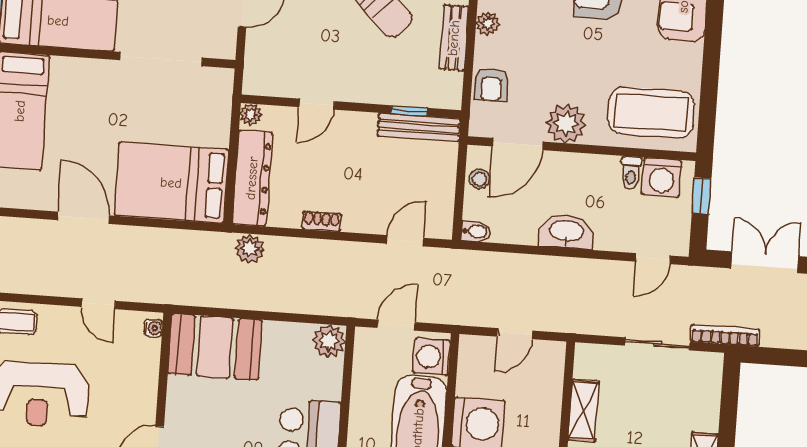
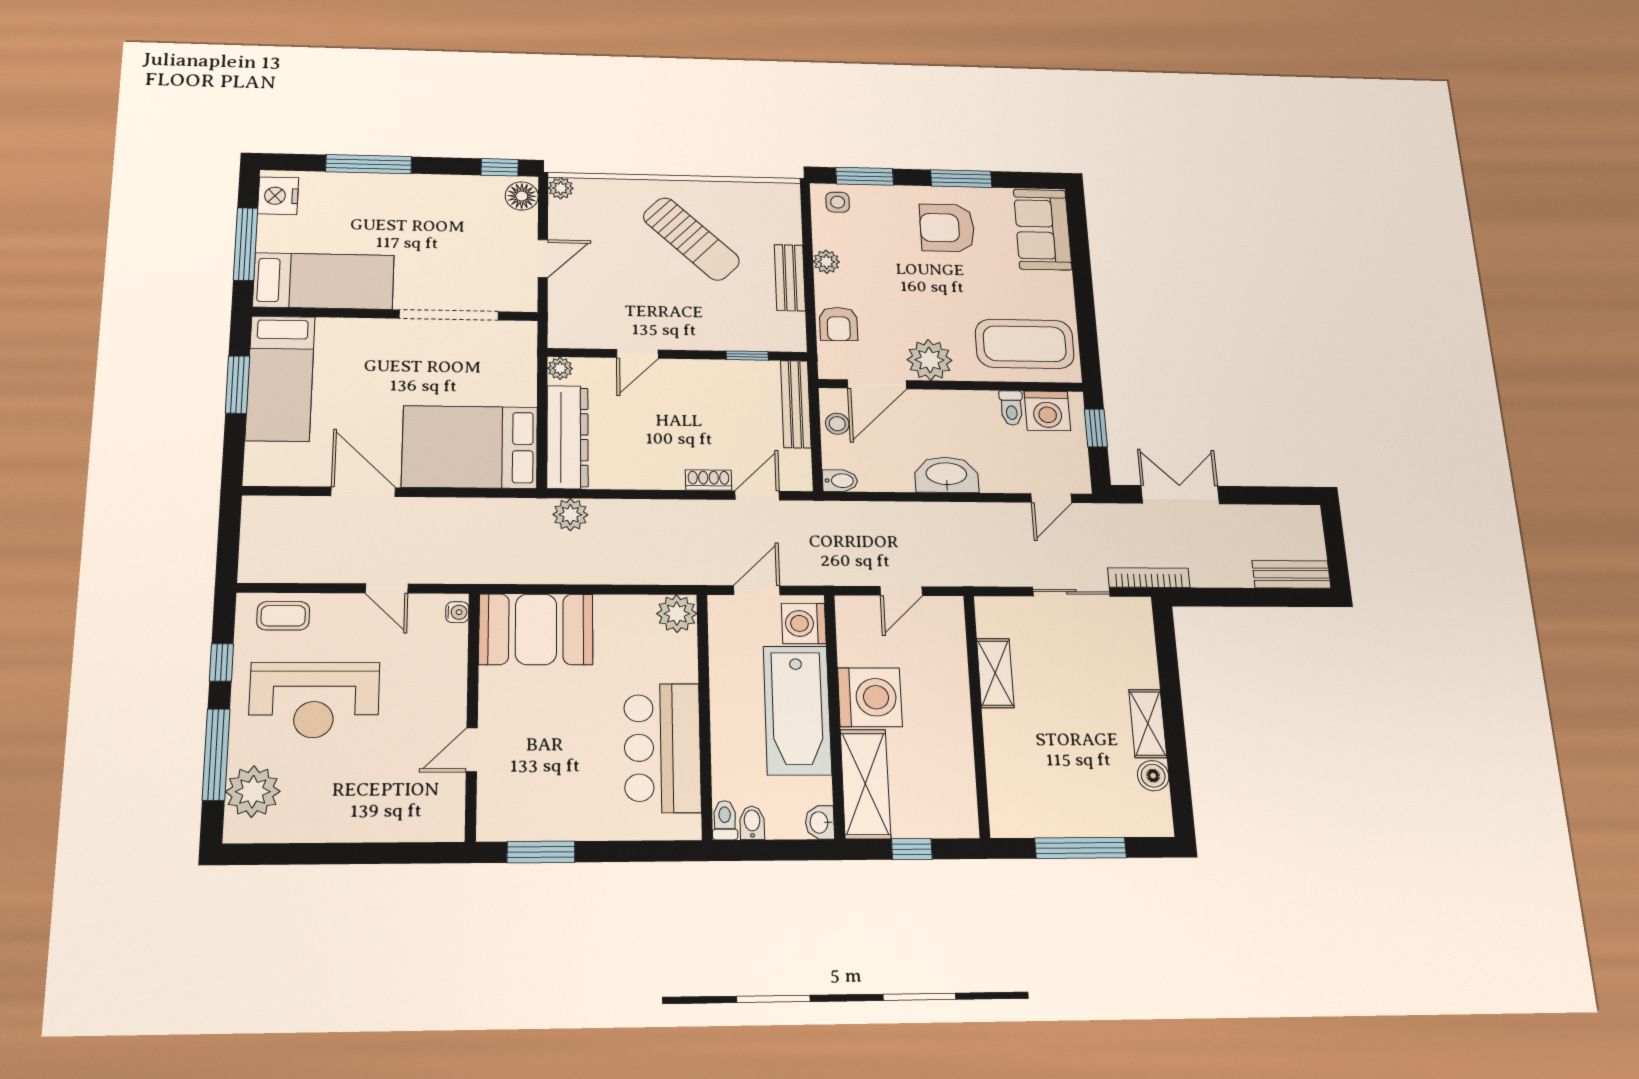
bench: (419, 127) -> (796, 404), moved, turned 90
shoe rack: (322, 221) -> (709, 480), moved

